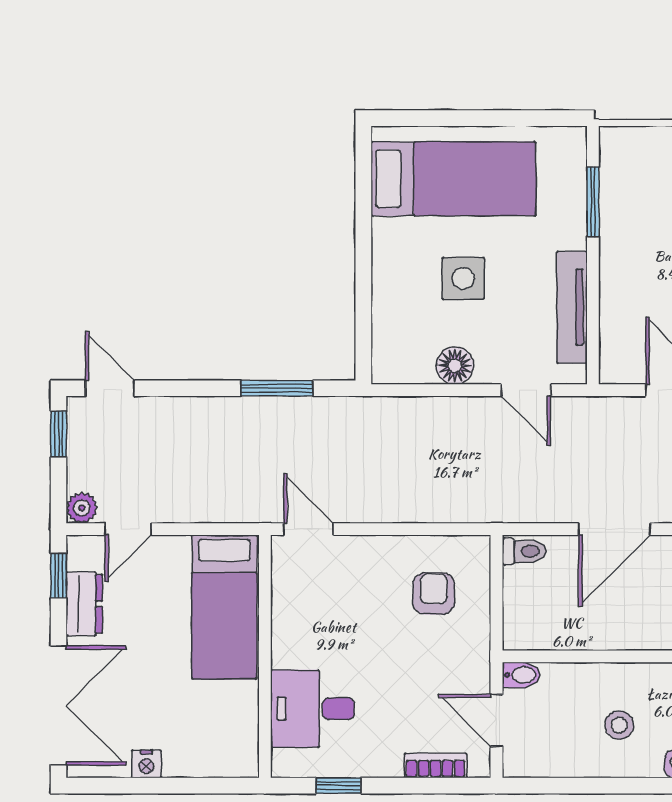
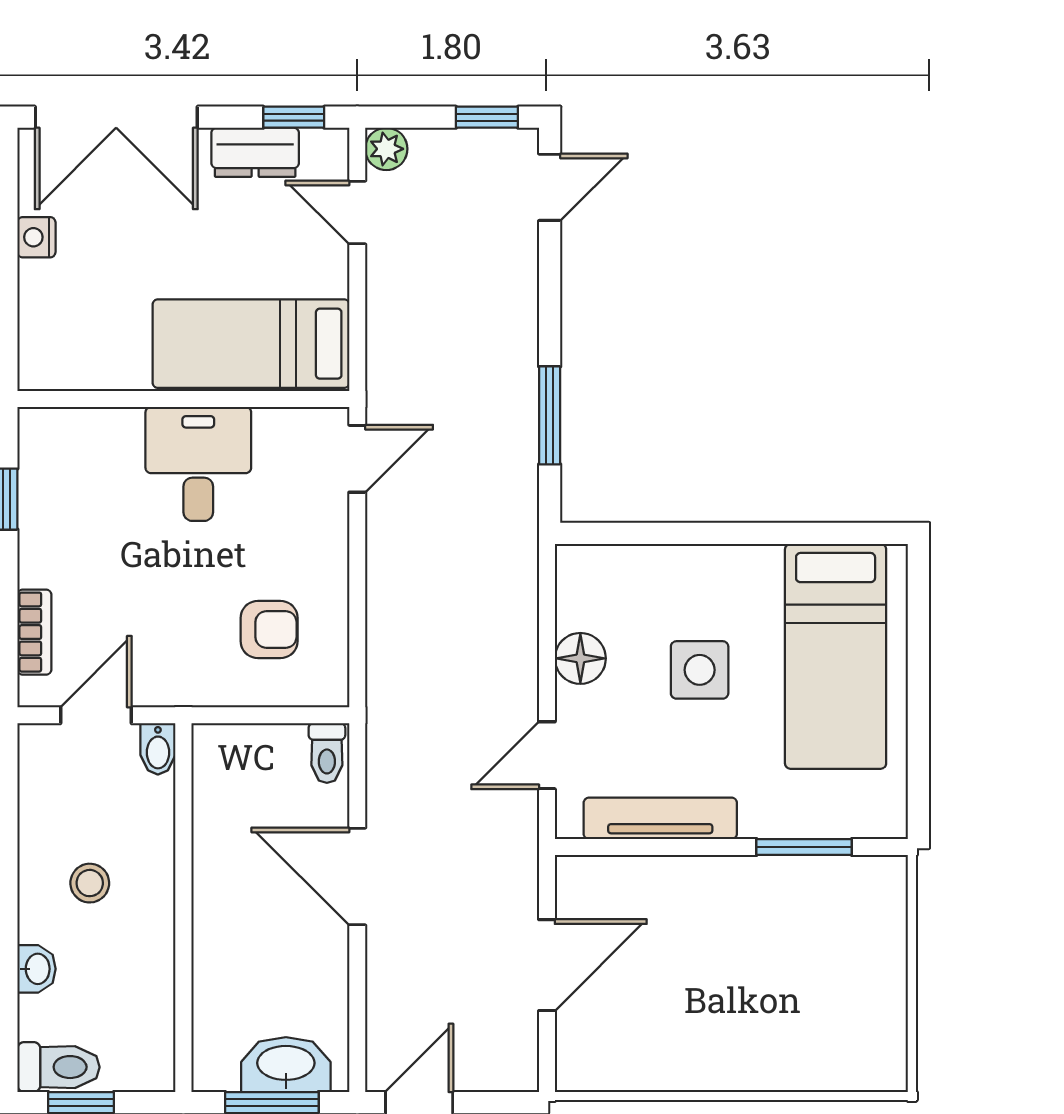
desk: (312, 709) -> (198, 464), moved

